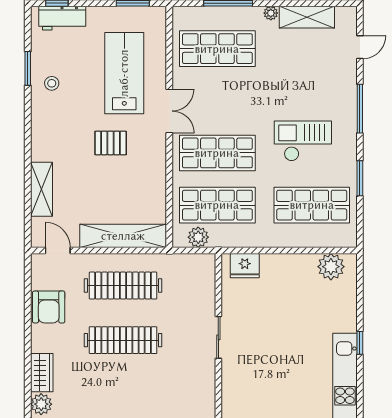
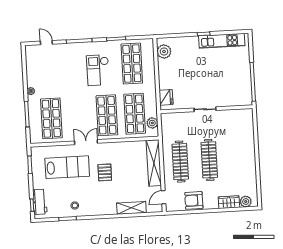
shelving: (307, 17) -> (32, 72), removed
lab bench: (124, 73) -> (67, 167), turned 180
armchair: (49, 307) -> (194, 200), turned 180

